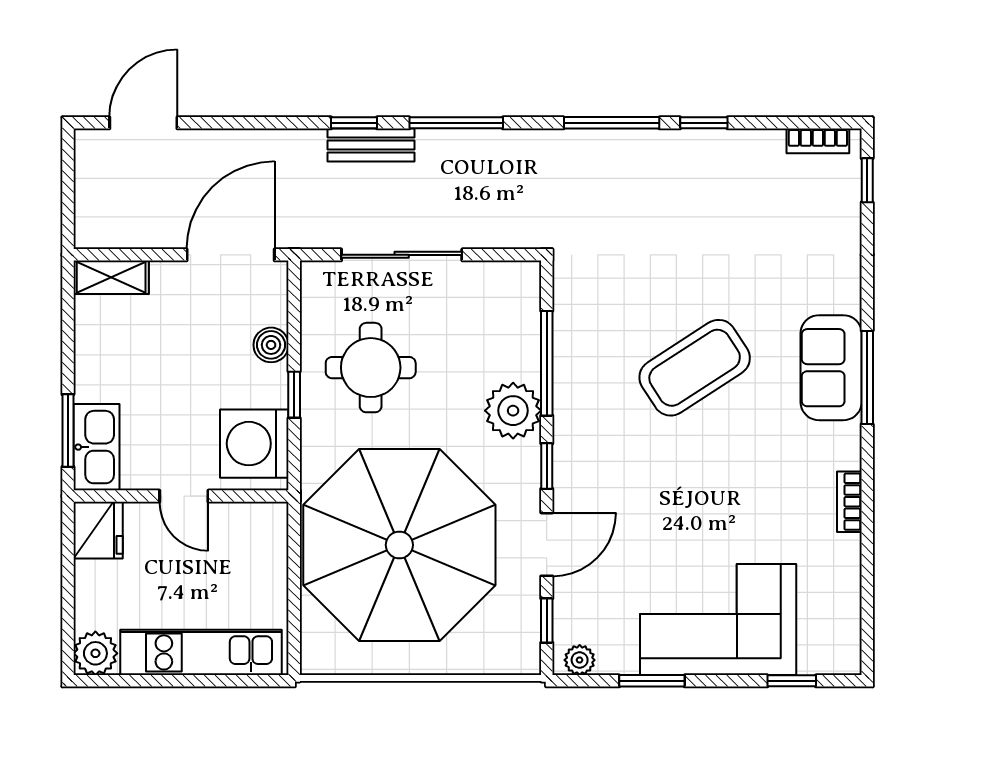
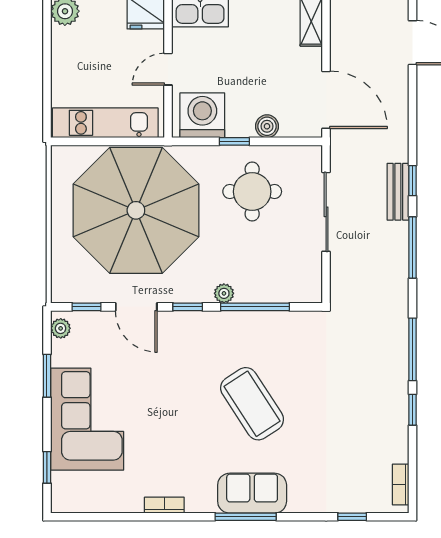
window: (867, 180) -> (352, 517), moved
plant: (513, 411) -> (224, 293), width x0.53, depth x0.53
kitchen unit: (201, 652) -> (105, 123), moved, turned -90

